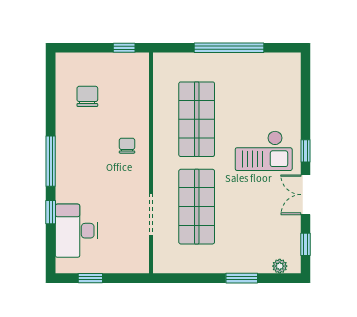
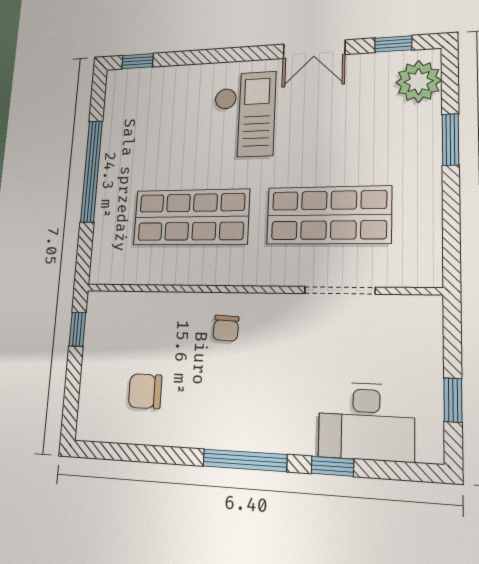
chair: (127, 146) -> (226, 328), turned -87
window: (305, 151) -> (137, 61), moved
plant: (280, 266) -> (419, 81), width x1.87, depth x1.87

